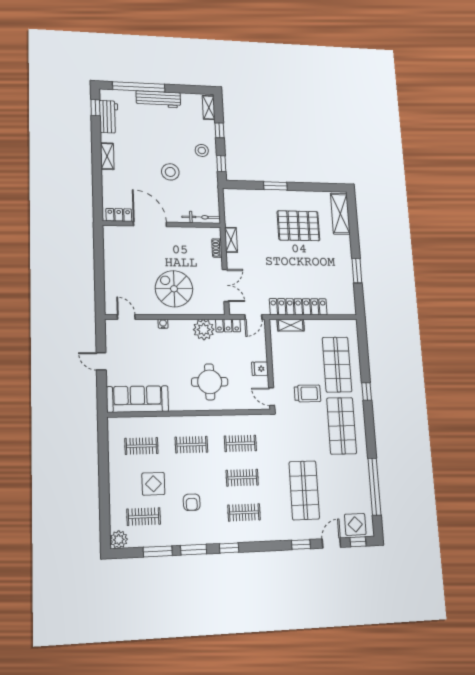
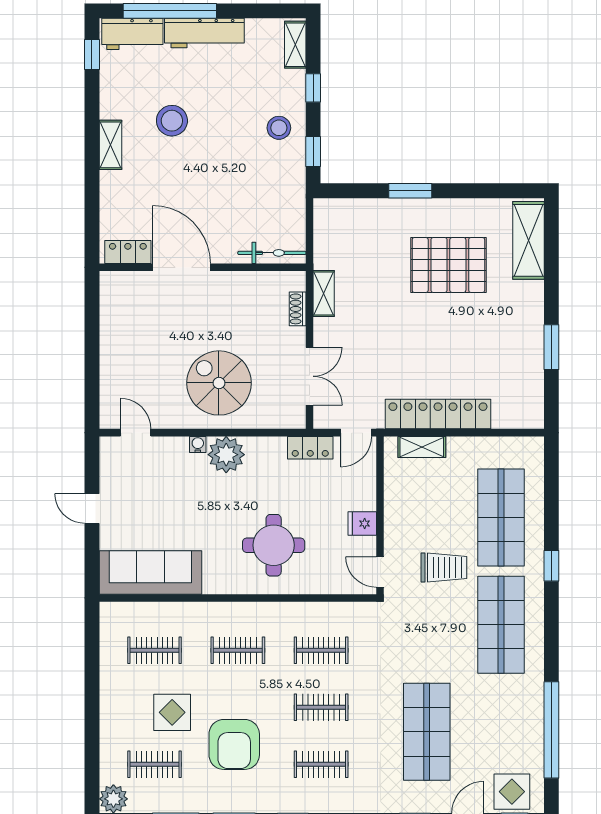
workbench: (109, 117) -> (132, 34), moved, turned 90
stool: (170, 172) -> (172, 121), moved
plant: (204, 330) -> (226, 455), moved
armchair: (192, 502) -> (234, 744), width x1.88, depth x1.88

